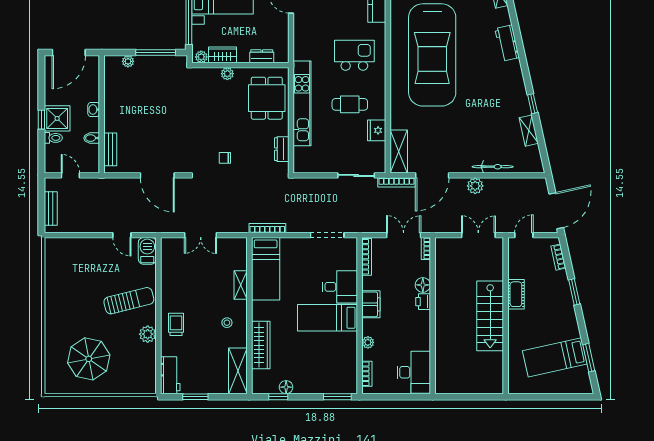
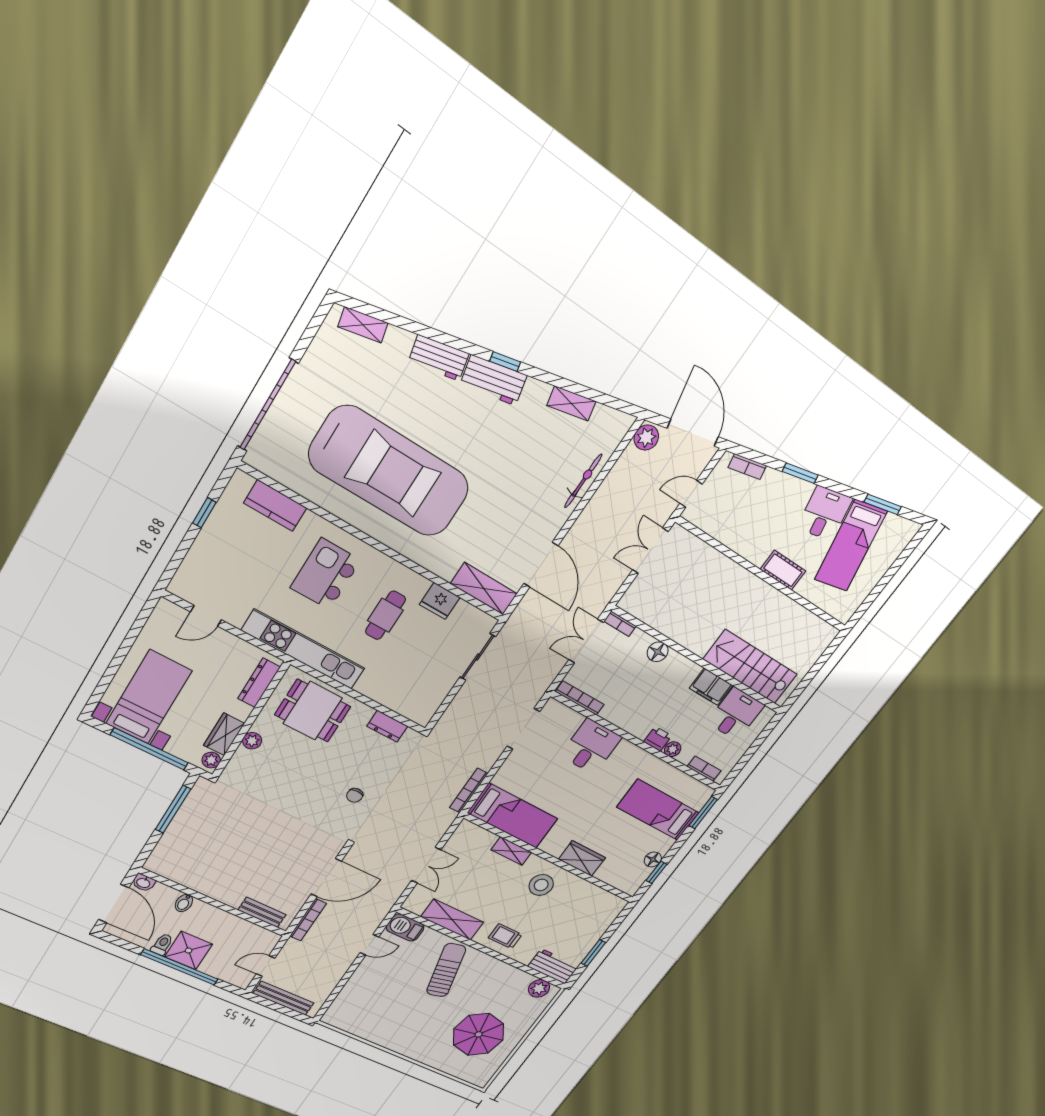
dresser: (262, 56) -> (259, 683), width x1.44
plant: (128, 61) -> (165, 845), removed
workbench: (514, 80) -> (493, 380), added
kitchen unit: (302, 103) -> (304, 650), moved
window: (533, 104) -> (505, 362), moved
washbasin: (94, 109) -> (143, 883), moved
window: (41, 120) -> (180, 967), width x3.17
toilet: (53, 138) -> (162, 944), moved
bidet: (92, 138) -> (184, 903), moved
bookcase: (397, 182) -> (308, 920), moved
plant: (475, 186) -> (646, 438), moved
bench: (51, 209) -> (284, 998), width x1.36
door: (524, 235) -> (691, 494), hinge flipped
cot: (516, 294) -> (783, 570), moved
printer: (423, 302) -> (658, 739), moved, turned 180
filing cabinet: (371, 304) -> (711, 687), moved, turned 180
stairs: (490, 316) -> (750, 667), moved, turned 180
bed: (327, 318) -> (658, 810), moved, turned 90
stool: (227, 323) -> (541, 885), width x1.89, depth x1.89
desk: (562, 325) -> (825, 513), added
plant: (148, 334) -> (539, 988), moved
wardrobe: (261, 345) -> (582, 858), width x0.67
shelving: (238, 371) -> (452, 920), moved
desk: (414, 372) -> (736, 714), width x0.73

